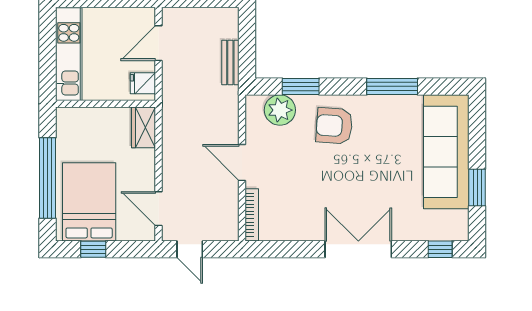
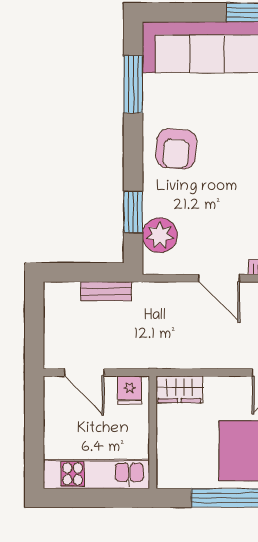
window: (392, 86) -> (133, 84), moved
armchair: (334, 126) -> (176, 149), moved
door: (242, 162) -> (219, 278), hinge flipped

